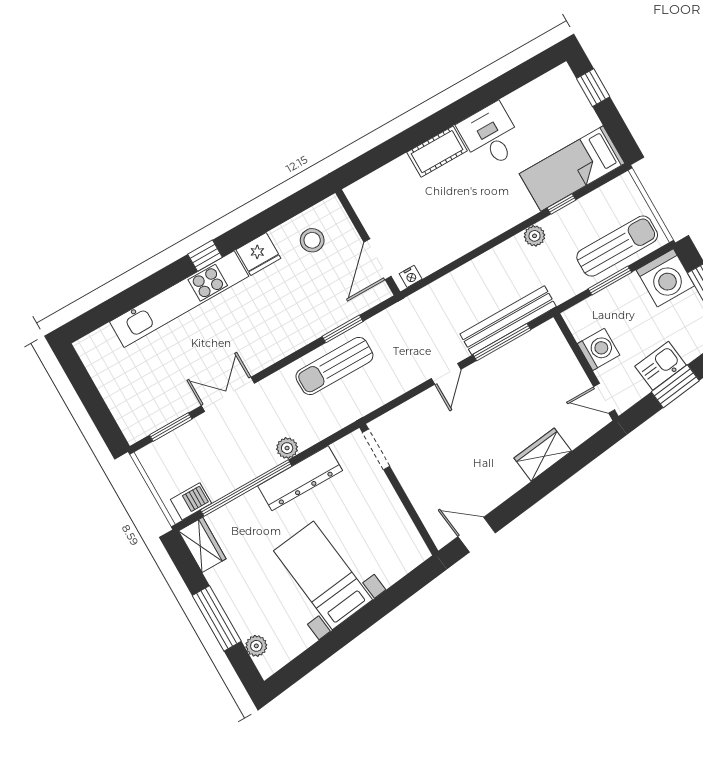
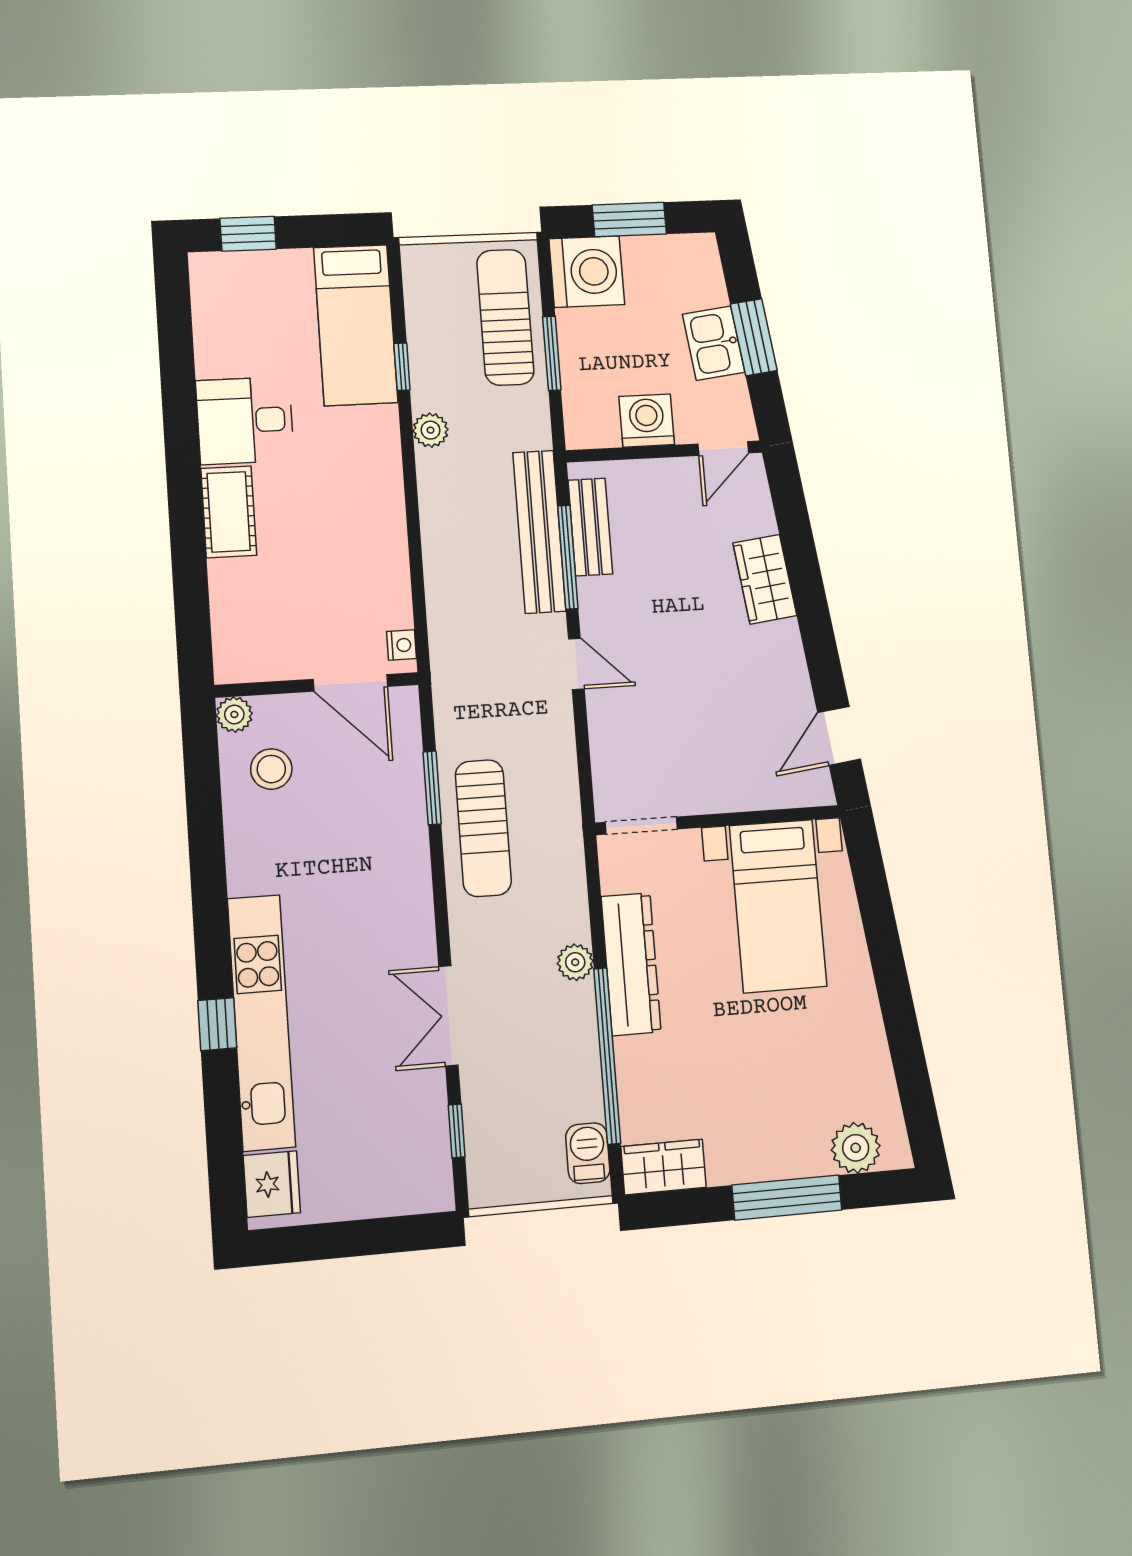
plant: (331, 207) -> (234, 714), added
fridge: (258, 254) -> (272, 1184), moved
window: (205, 256) -> (217, 1024), moved
bench: (524, 346) -> (590, 527), added
window: (171, 427) -> (457, 1131), width x0.67
bed with nightstands: (323, 575) -> (778, 906), moved, turned -83
plant: (256, 646) -> (856, 1148), width x1.38, depth x1.38

